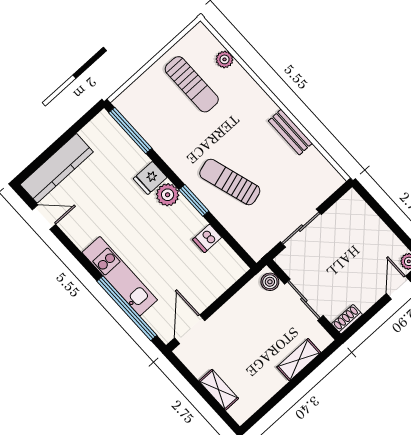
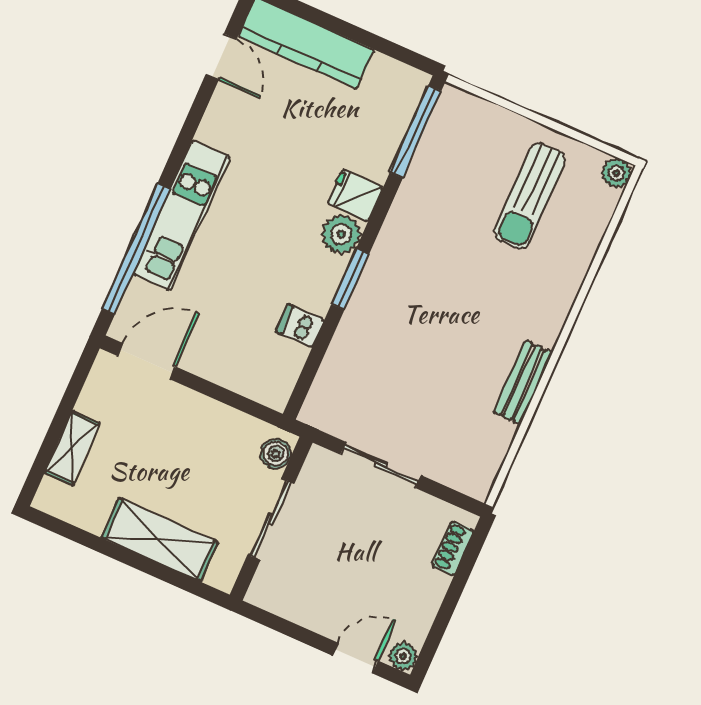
plant: (224, 59) -> (616, 173), moved
sun lounger: (230, 182) -> (404, 322), removed
shoe rack: (347, 319) -> (453, 548), moved, turned -90
shelving: (299, 360) -> (160, 540), width x1.50, depth x1.33

